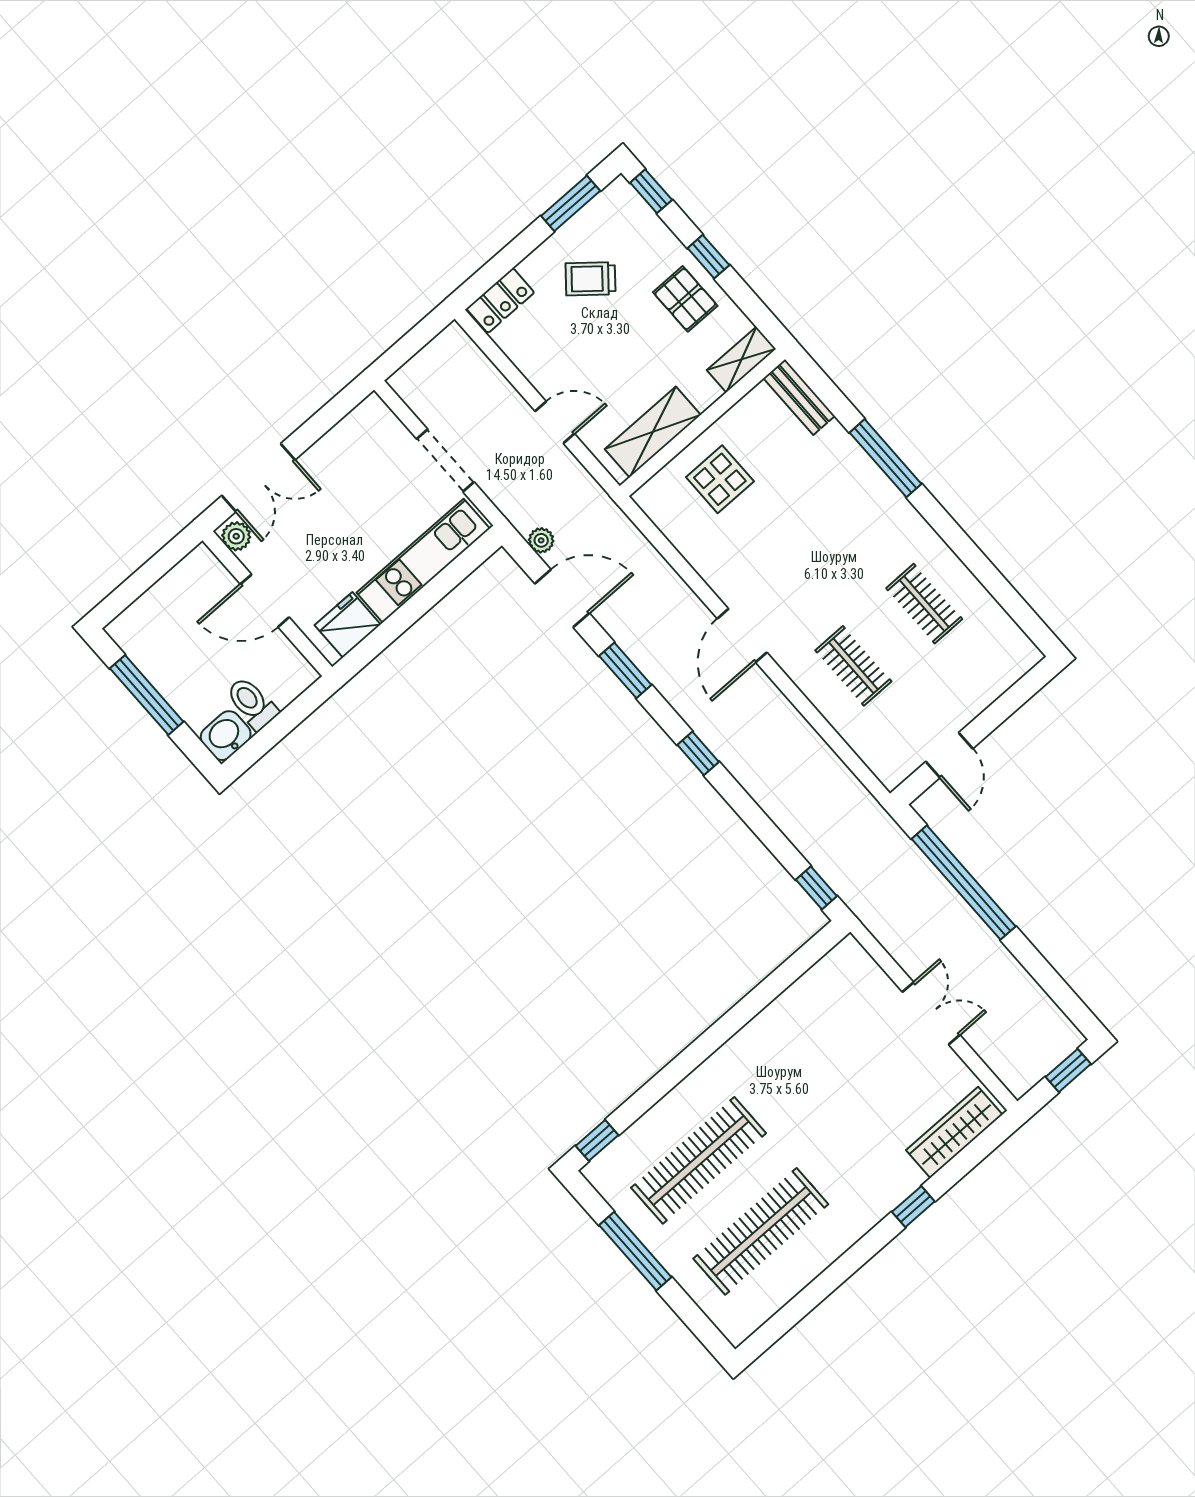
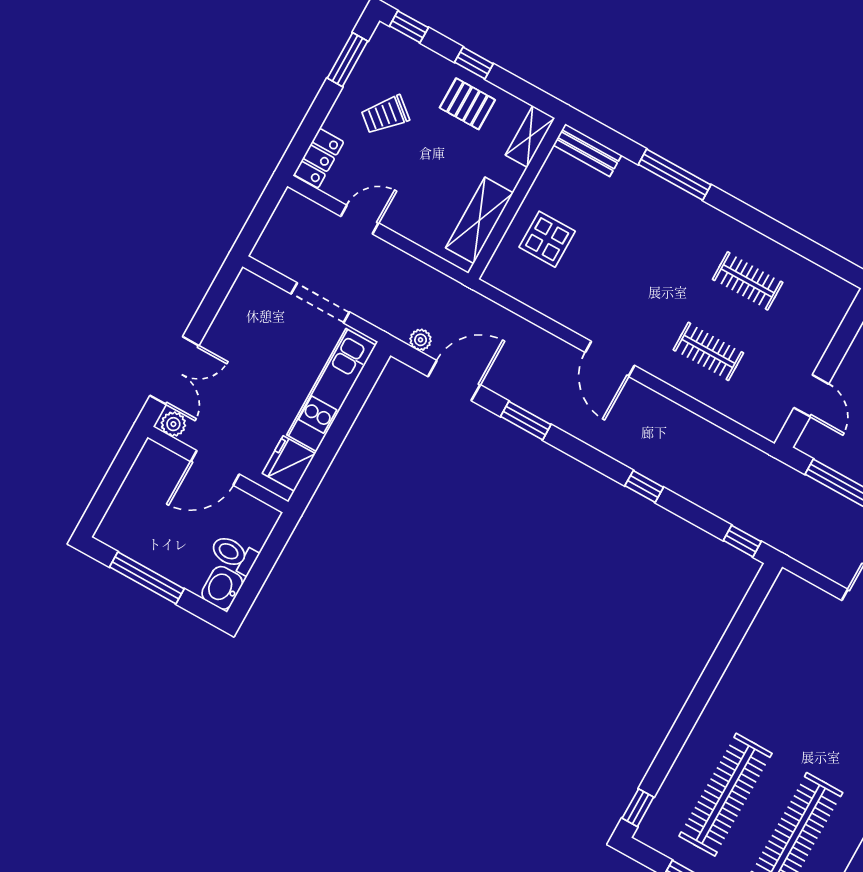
door: (555, 422) -> (360, 220), moved
window: (698, 753) -> (644, 486), moved

